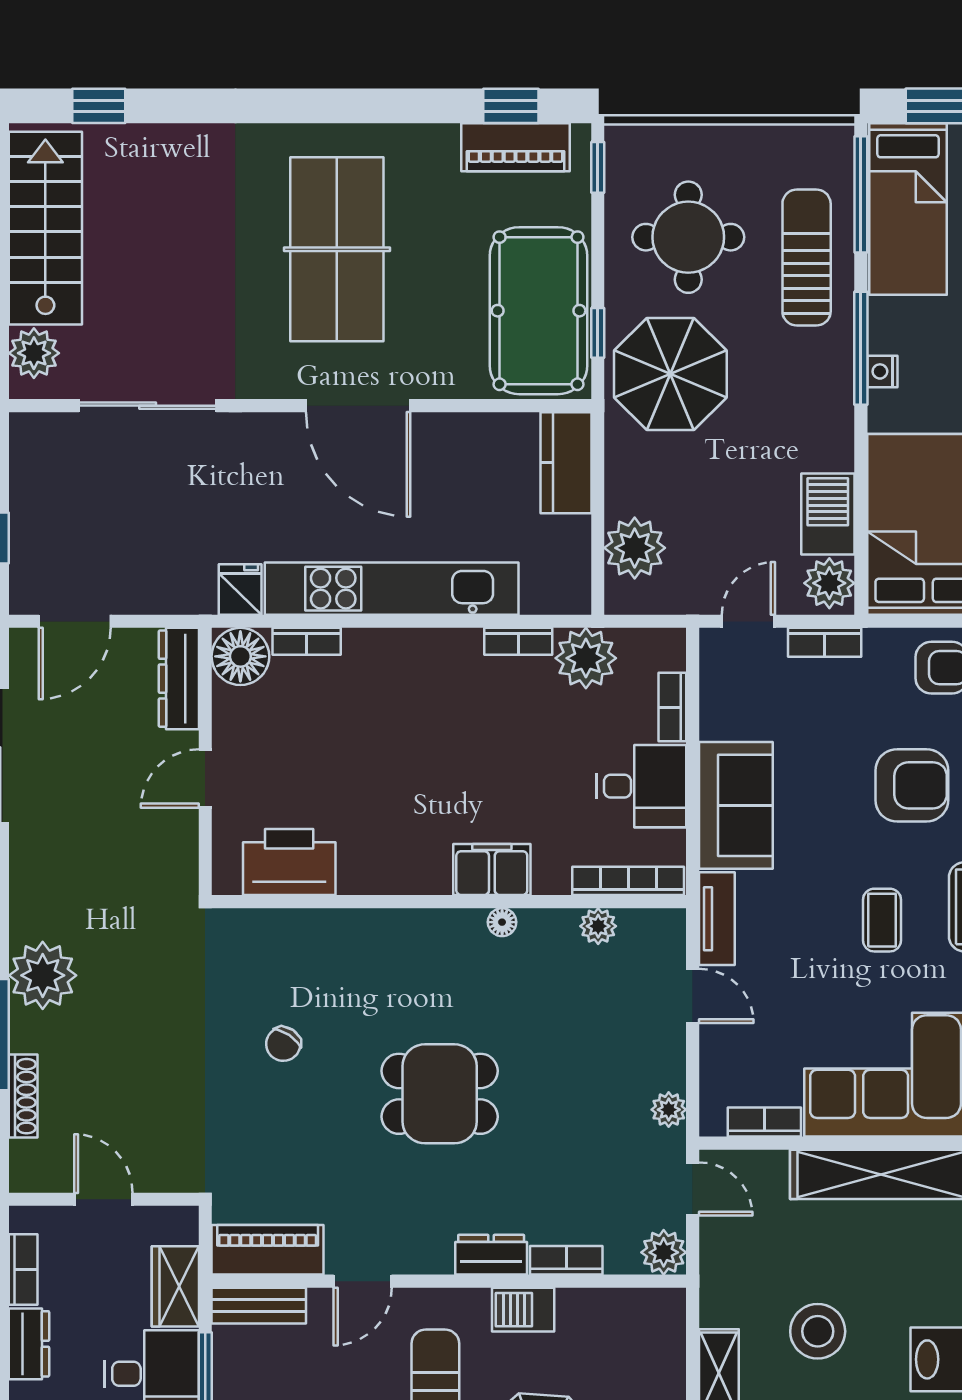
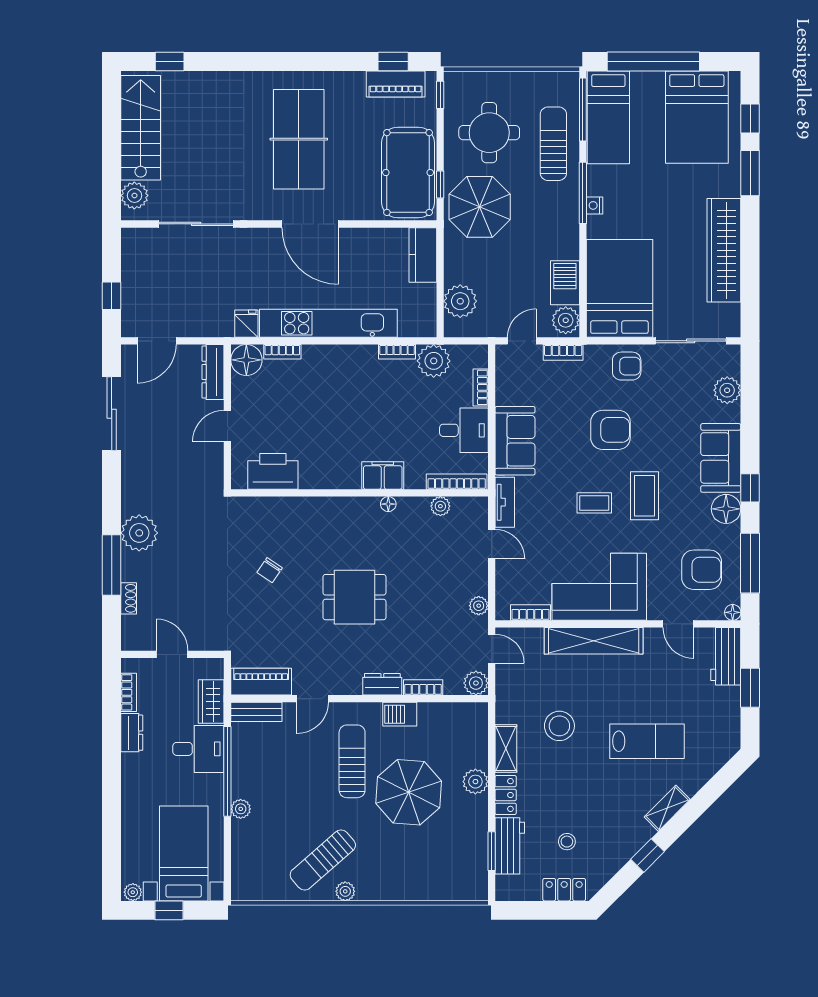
coffee table: (882, 920) -> (594, 503), turned 90
shoe rack: (23, 1096) -> (129, 598), width x0.70

